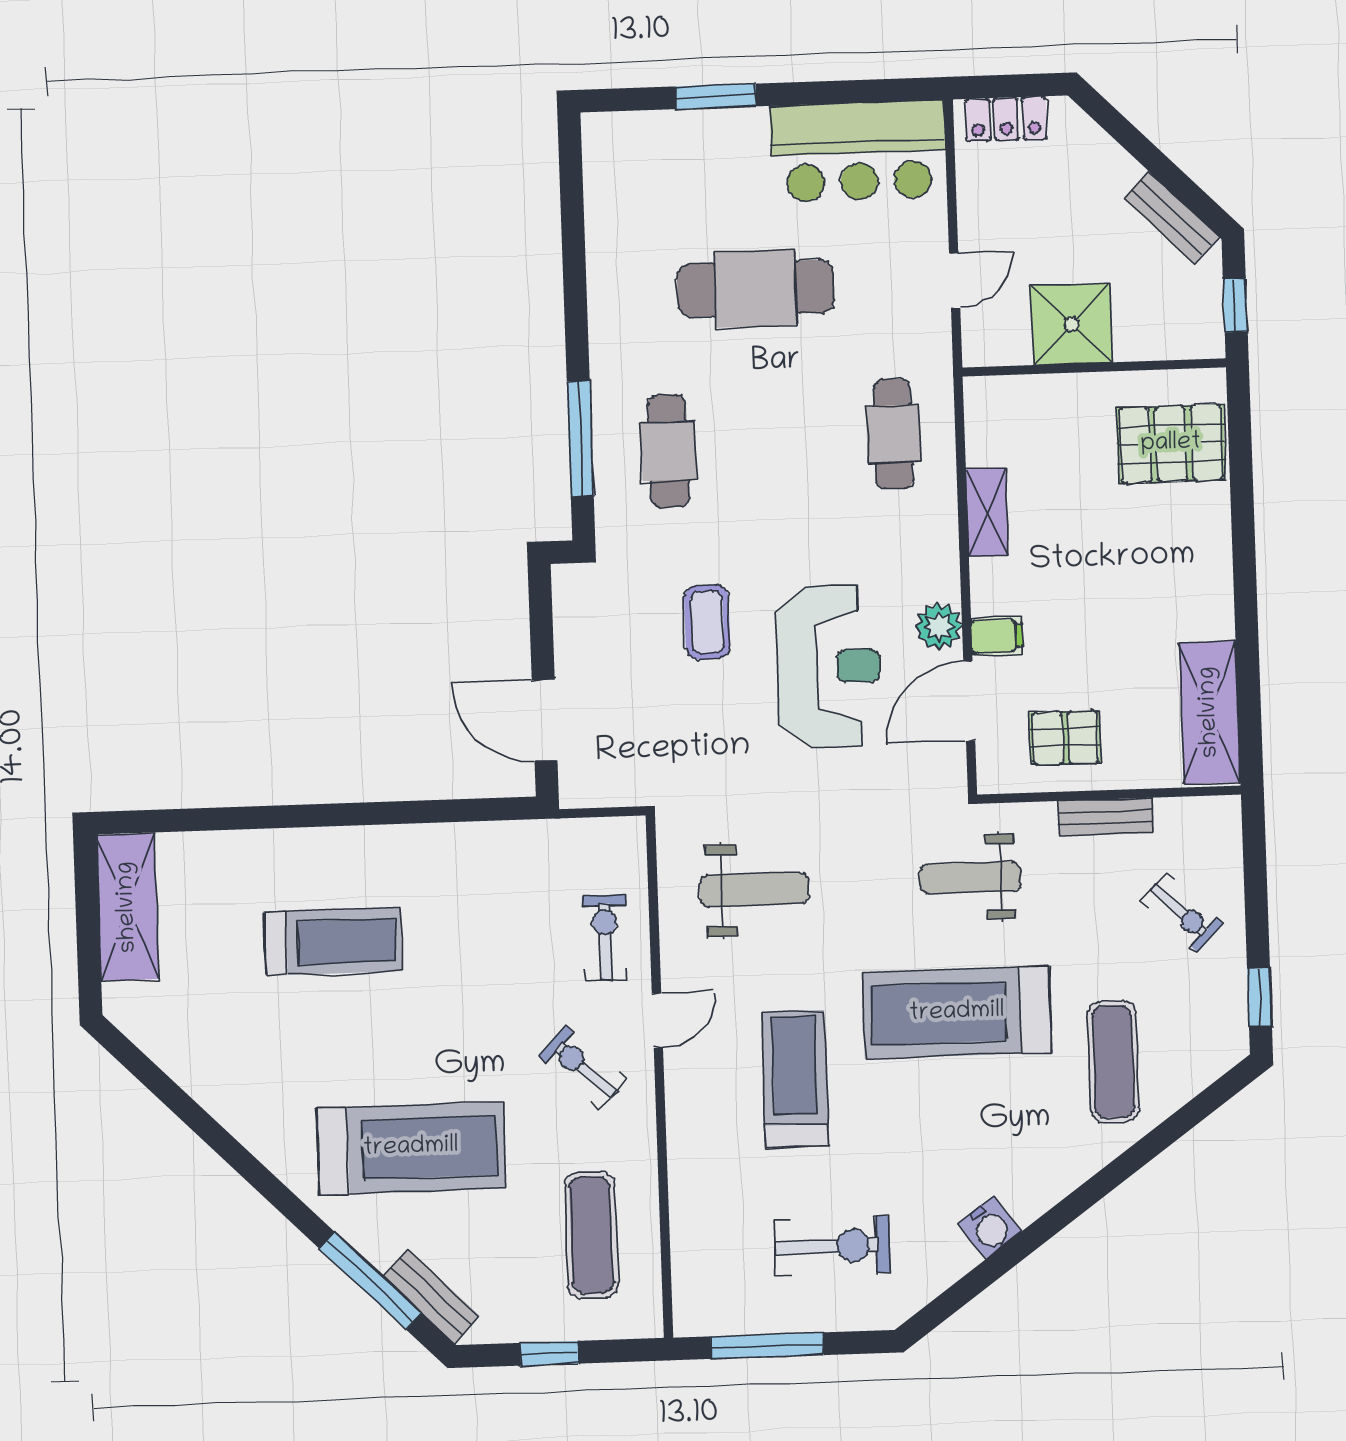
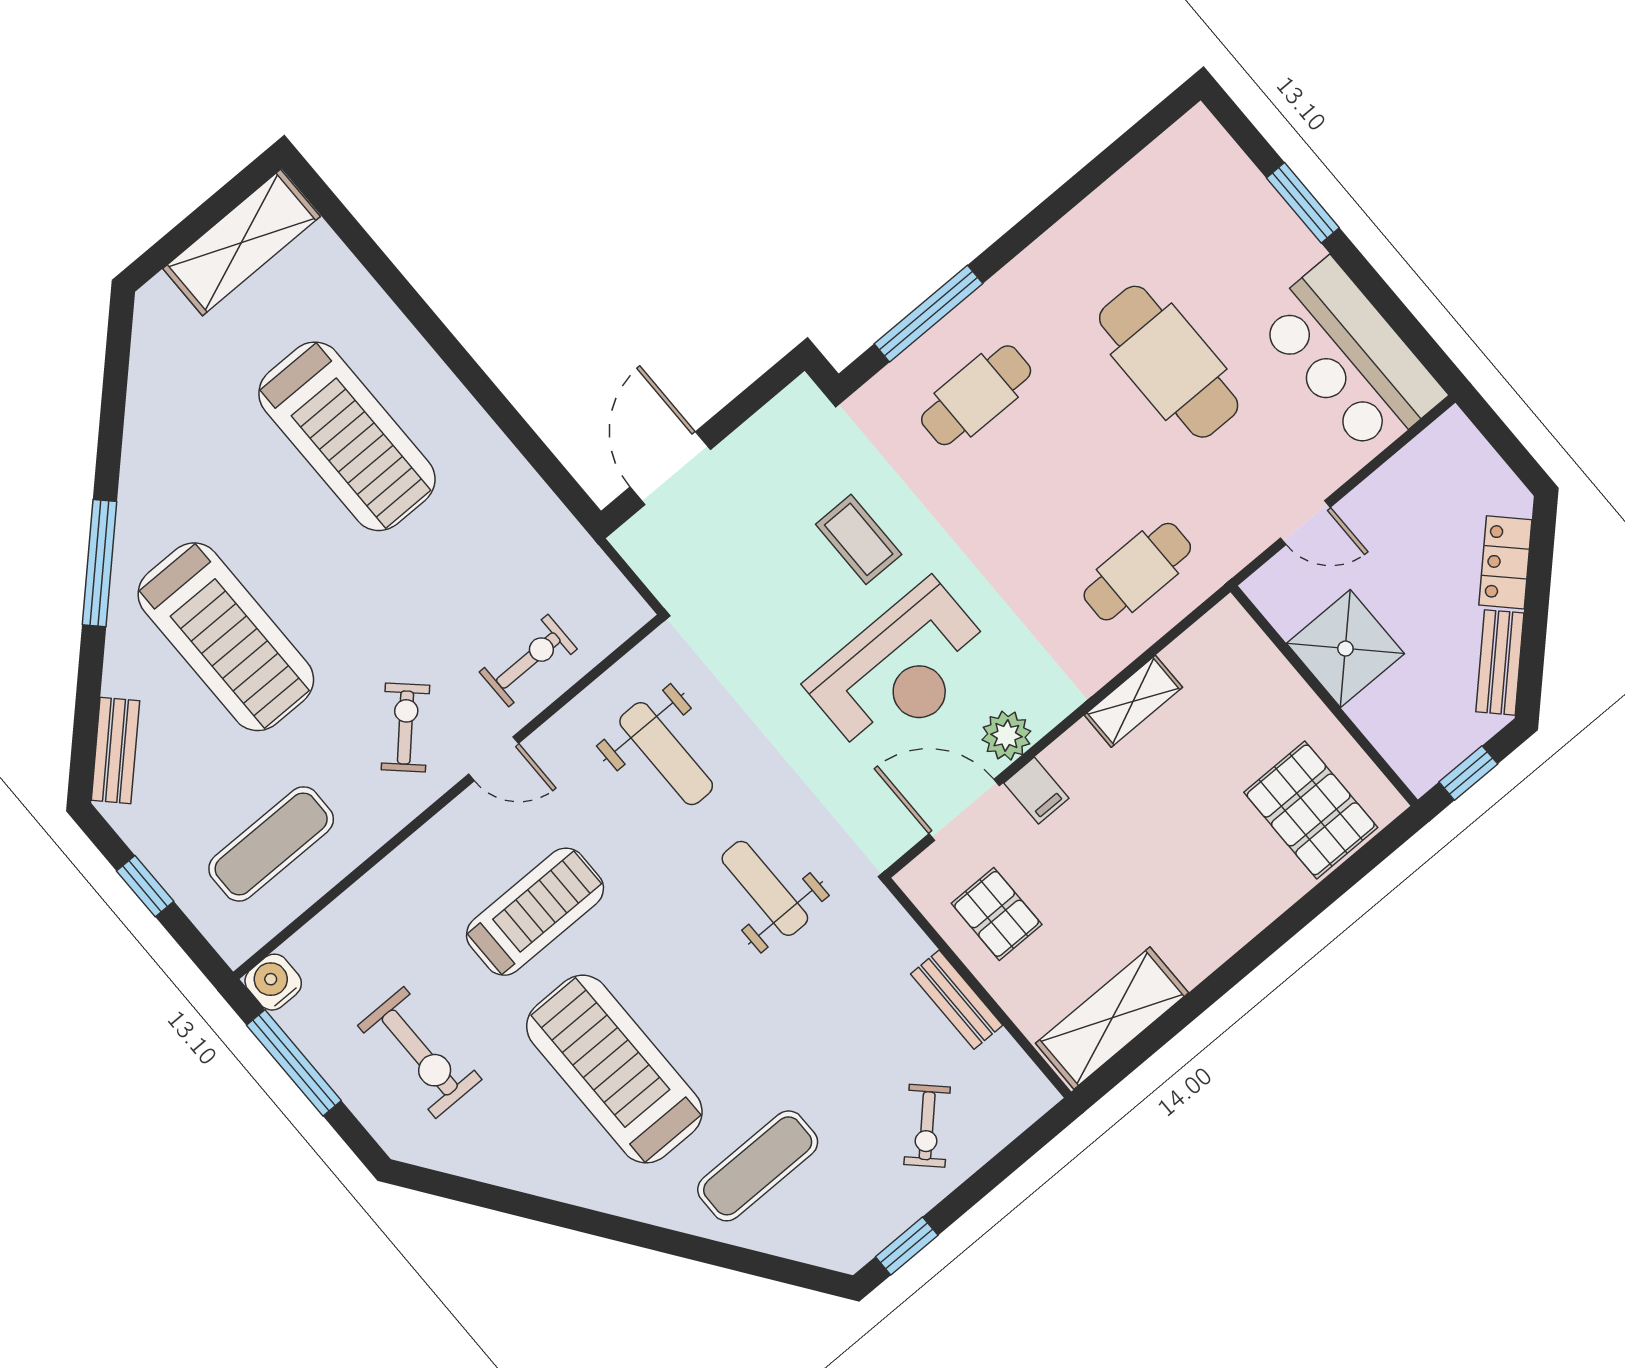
locker: (1006, 119) -> (1505, 562), moved, turned 45
coffee table: (707, 622) -> (859, 539), turned 90
weight bench: (970, 878) -> (765, 888), moved
treadmill: (333, 942) -> (347, 436), width x1.37, depth x1.38
treadmill: (957, 1013) -> (614, 1069), moved
water cooler: (990, 1228) -> (273, 982), moved, turned 126
window: (371, 1281) -> (100, 563), moved

